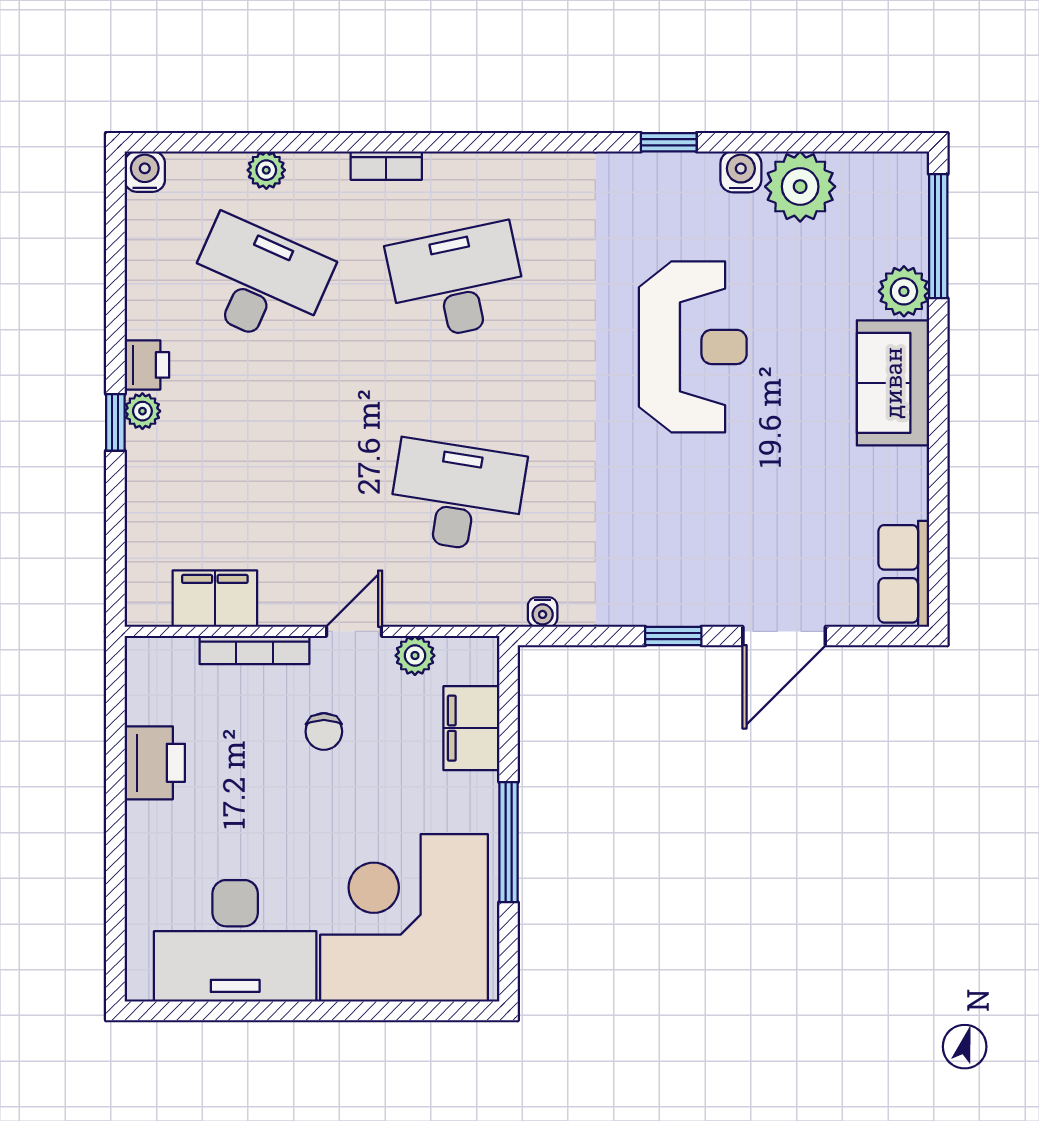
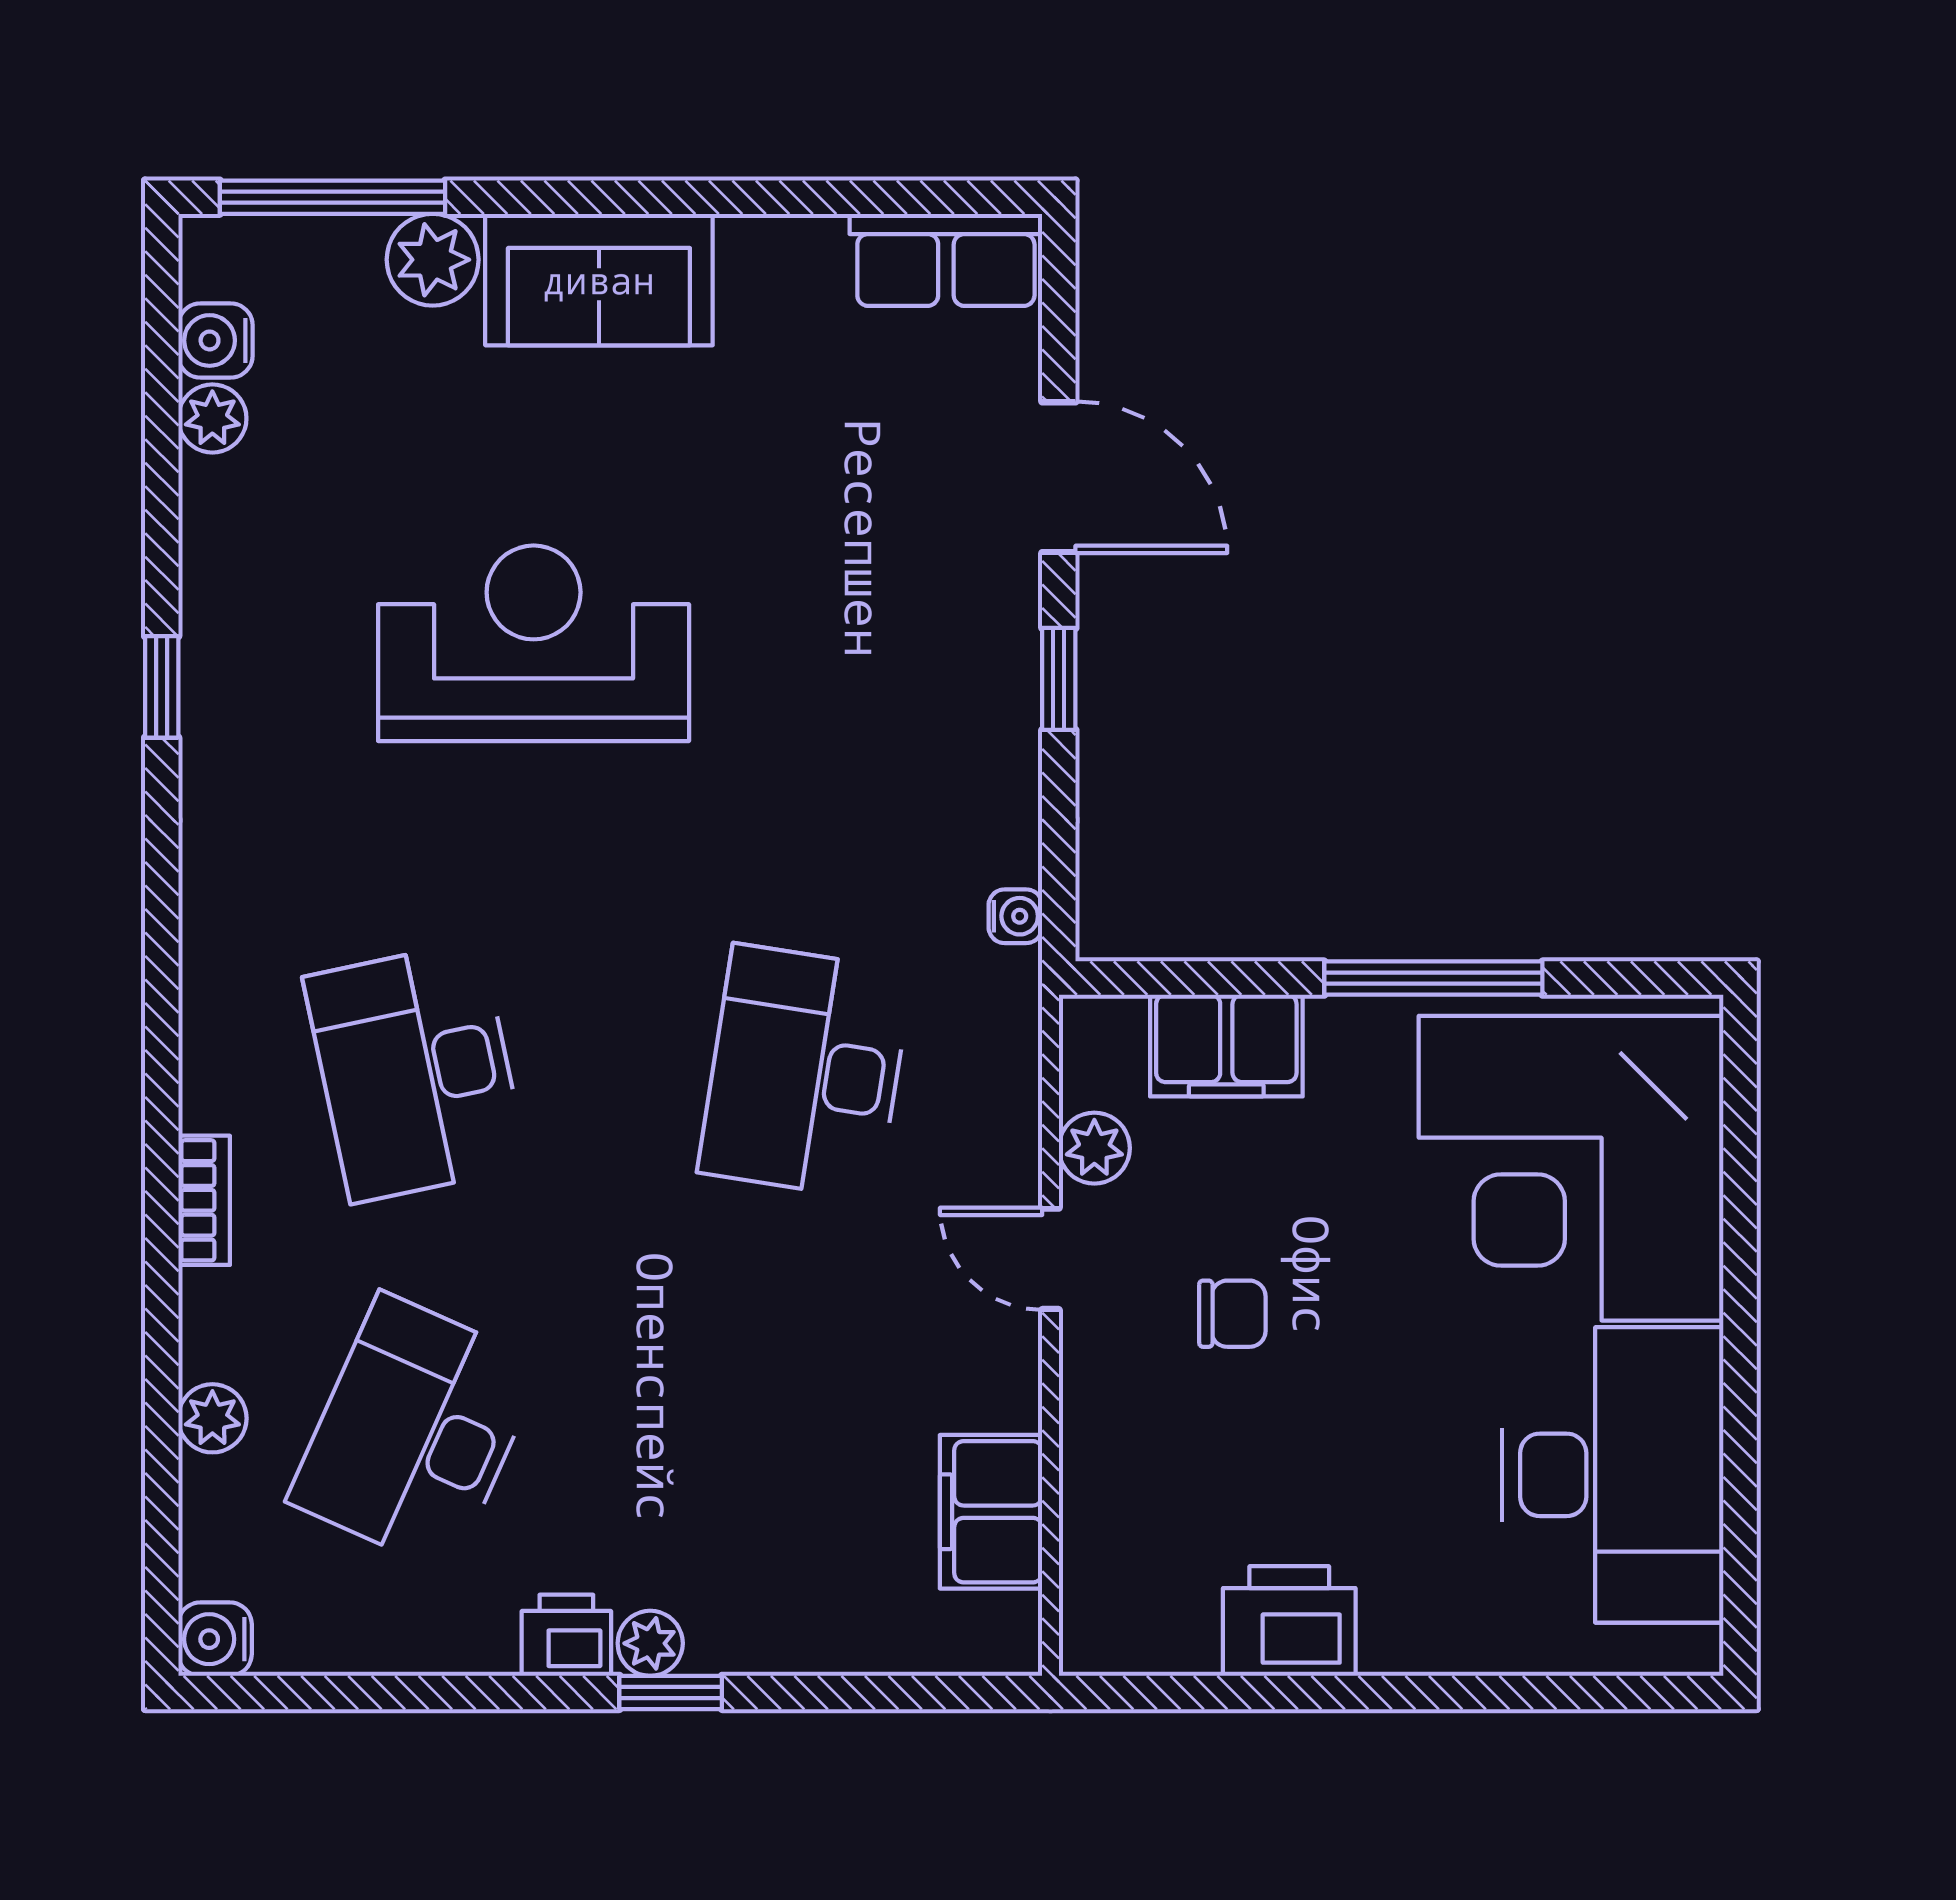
water cooler: (741, 172) -> (215, 340), moved
plant: (800, 187) -> (212, 418), width x0.53, depth x0.53
bookcase: (254, 650) -> (1084, 1440), removed

